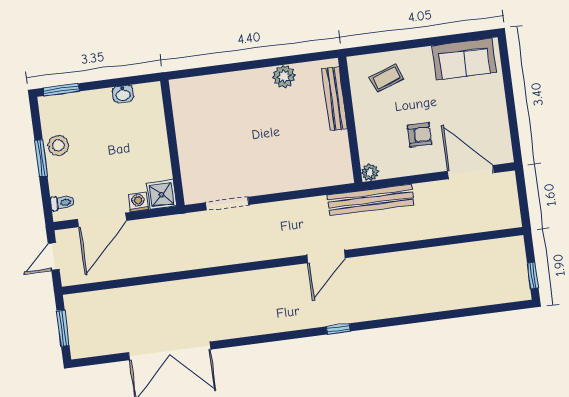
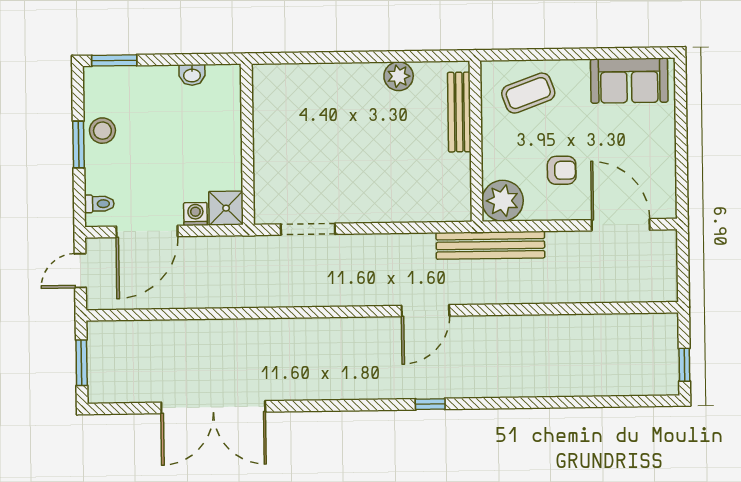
coffee table: (387, 78) -> (528, 93), width x1.36, depth x1.30
plant: (370, 172) -> (503, 201), width x1.88, depth x1.88

